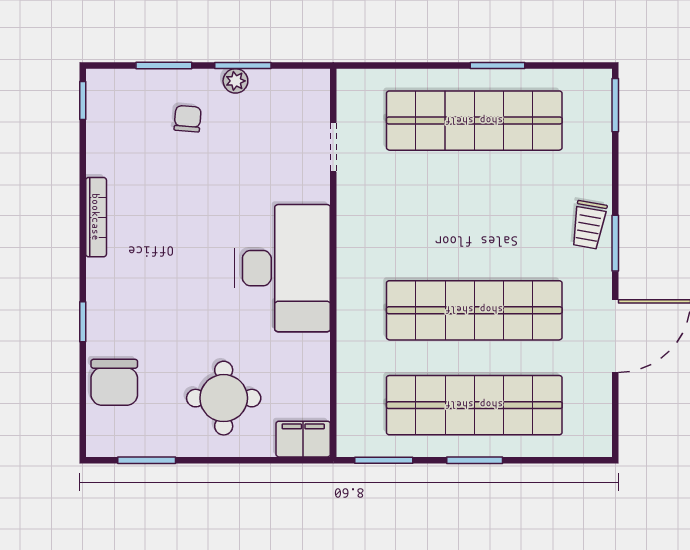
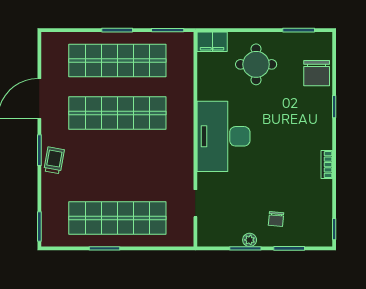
bookcase: (96, 217) -> (327, 165), width x0.64
chair: (114, 382) -> (317, 73), turned 180

